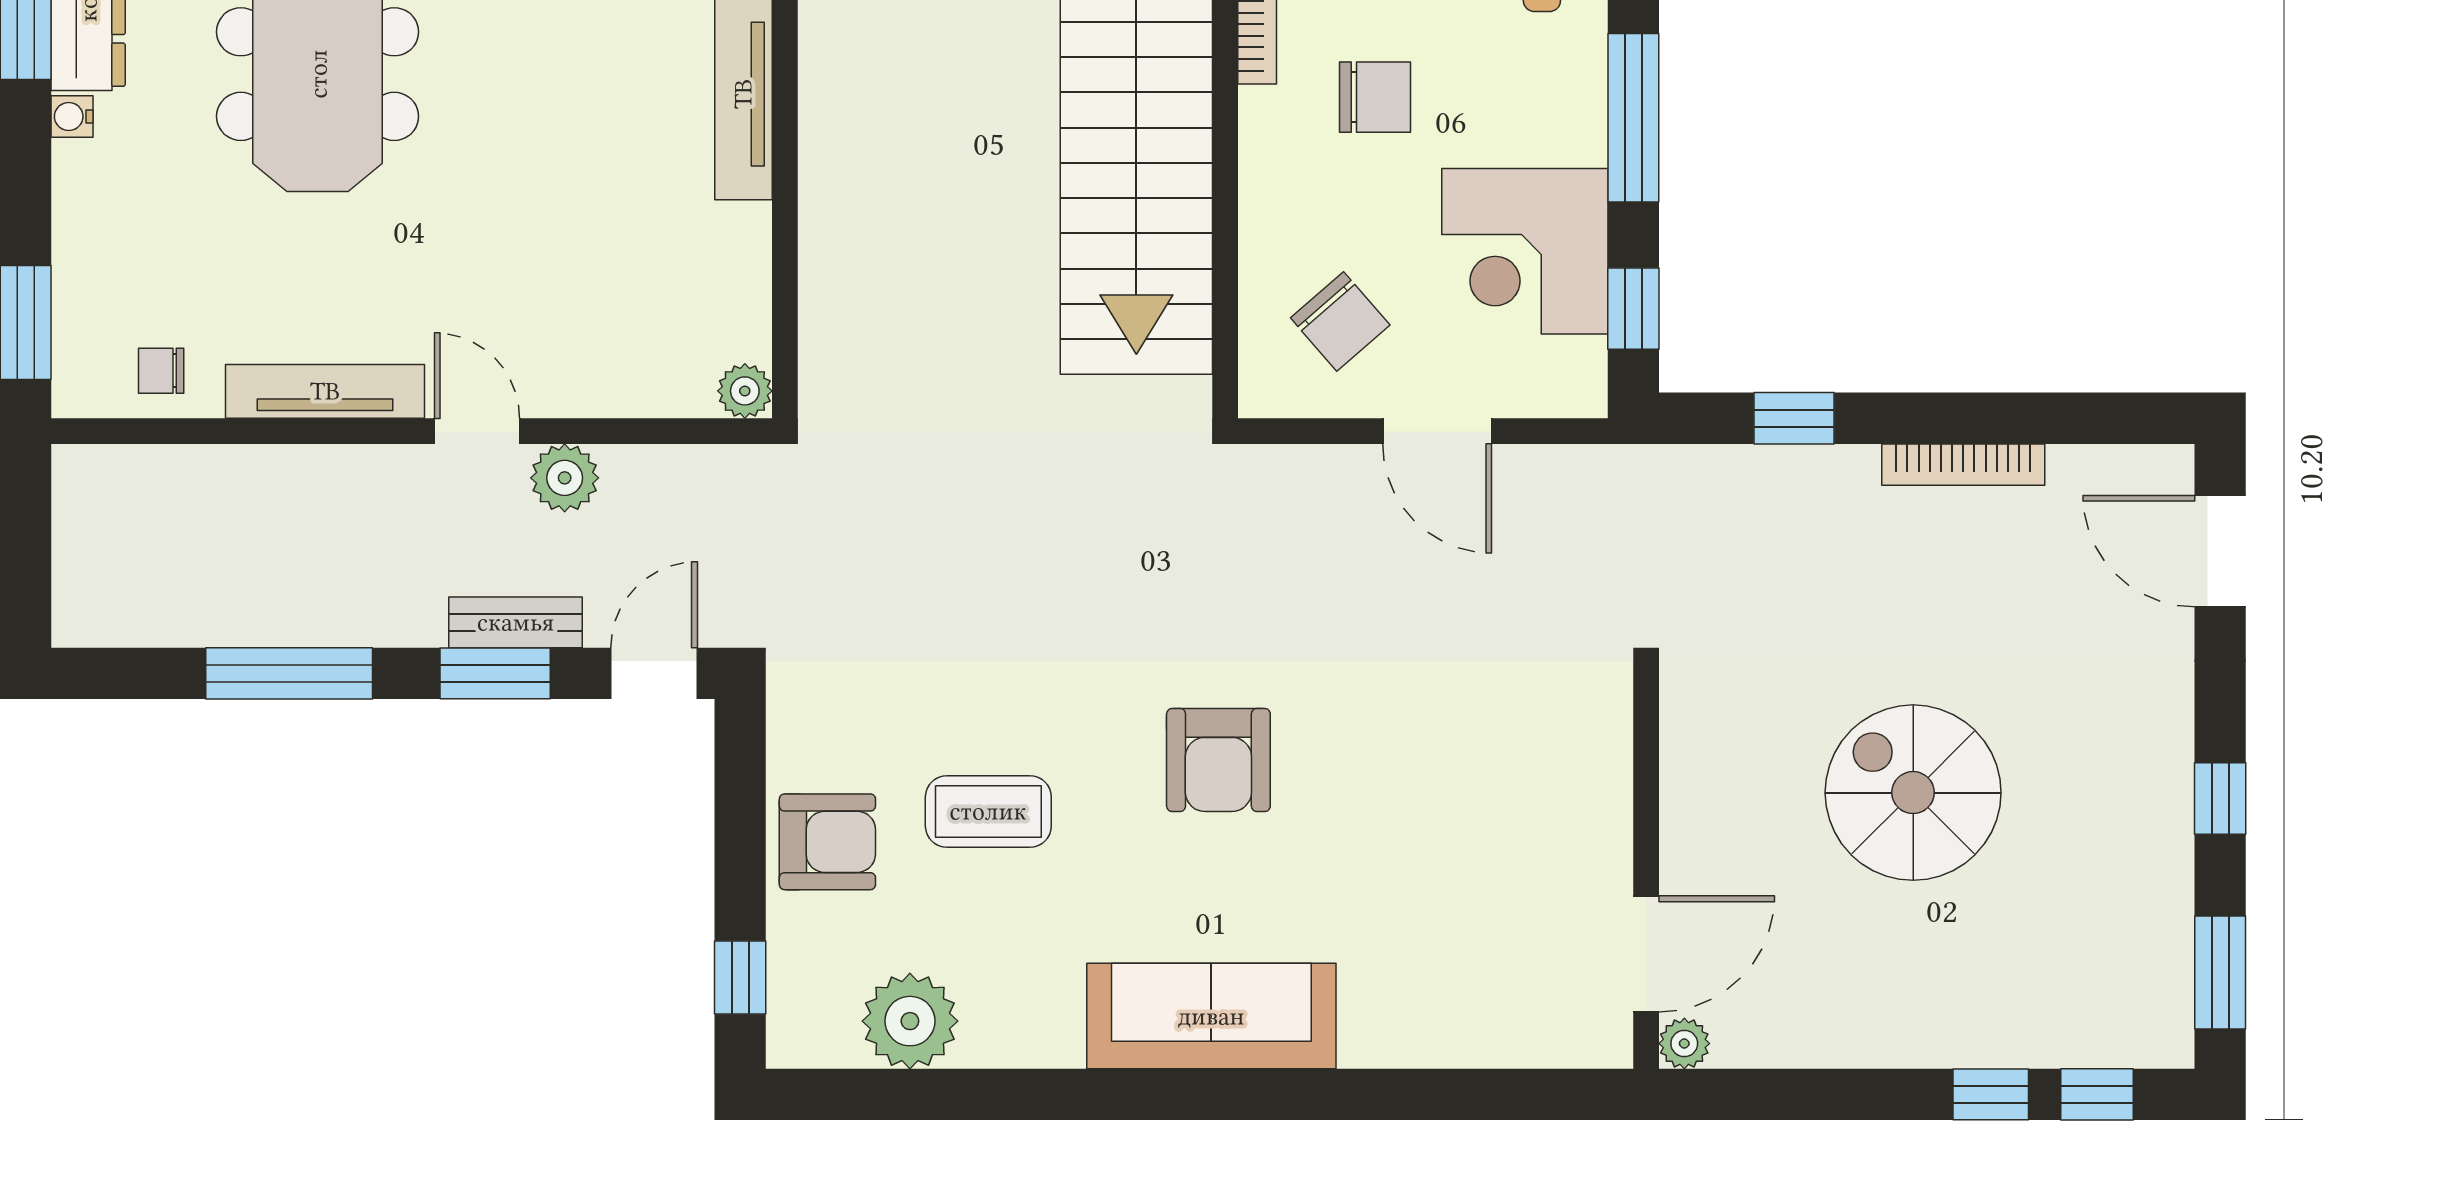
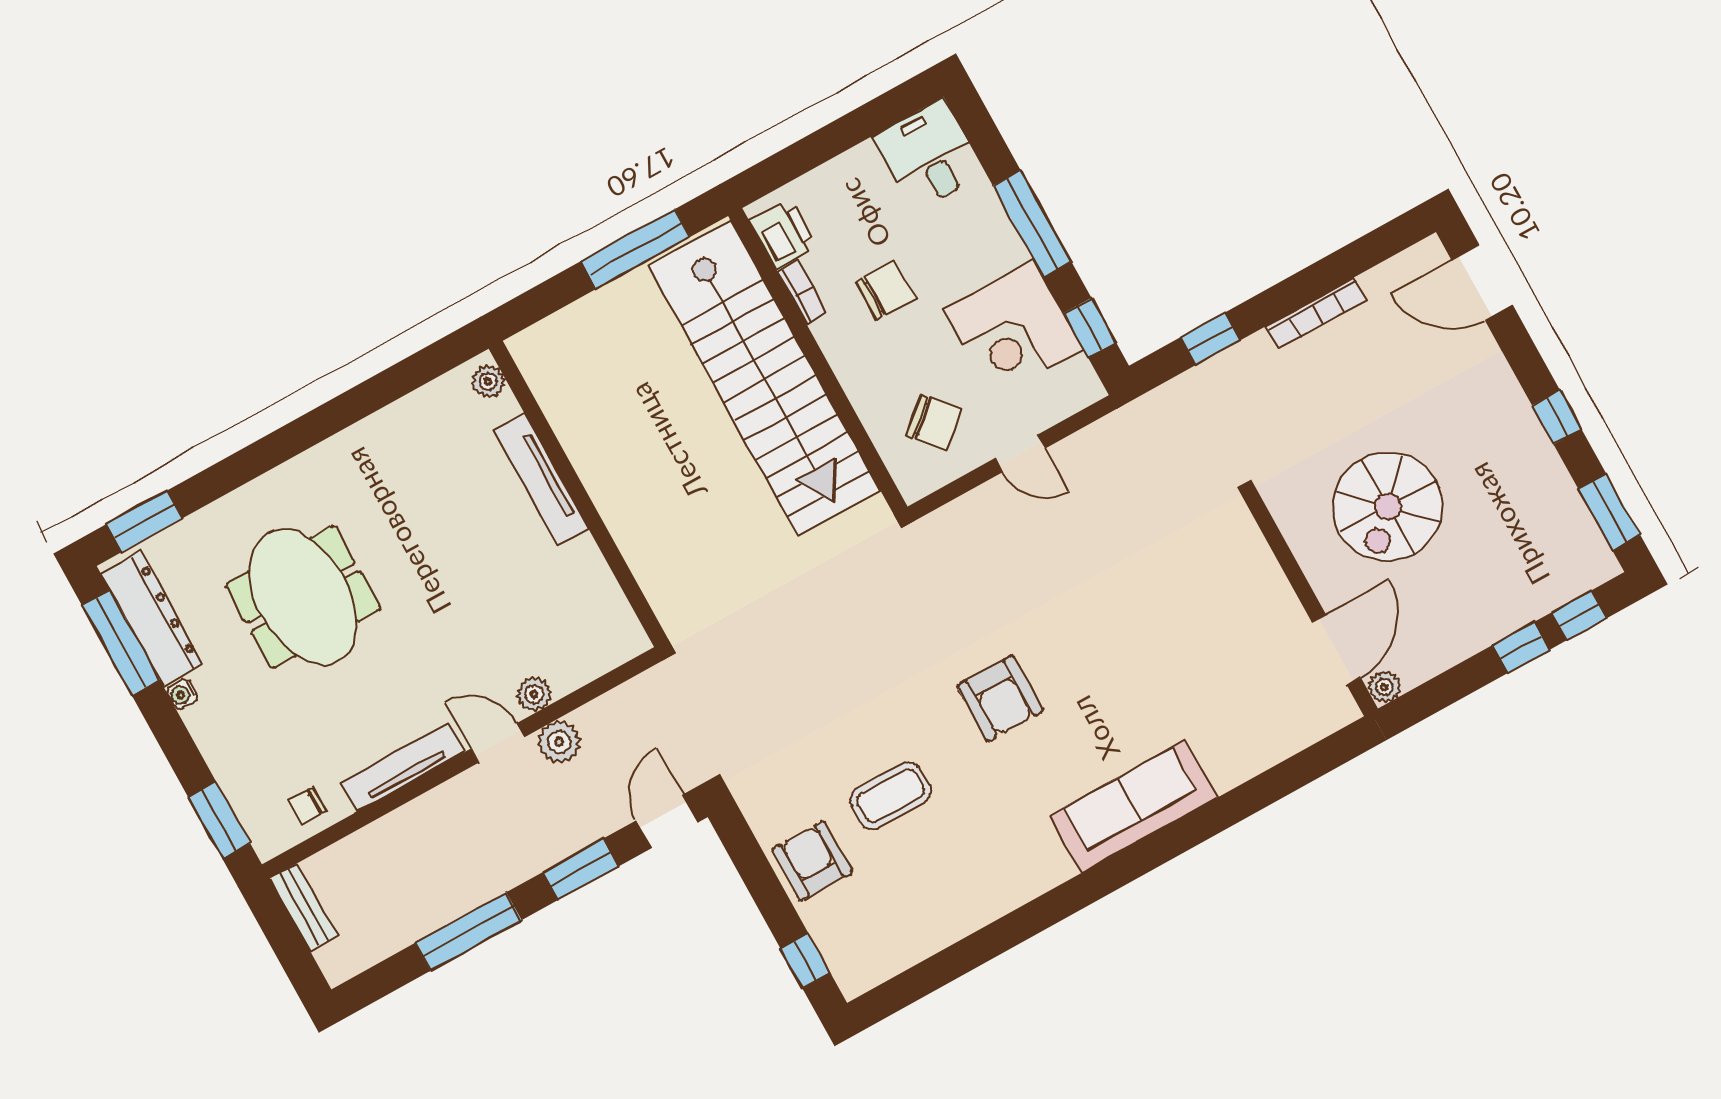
plant: (745, 391) -> (534, 694), moved
door: (1437, 431) -> (1020, 453), width x0.73
bench: (516, 622) -> (304, 907), moved, turned 90
spiral stairs: (1913, 793) -> (1388, 507), turned -90
armchair: (827, 842) -> (812, 861), turned -90
wall: (1646, 871) -> (1311, 605), moved
door: (1646, 954) -> (1336, 650), moved
sofa: (1211, 1016) -> (1134, 806), moved
plant: (910, 1021) -> (911, 933), removed
plant: (1684, 1043) -> (1384, 687), moved

